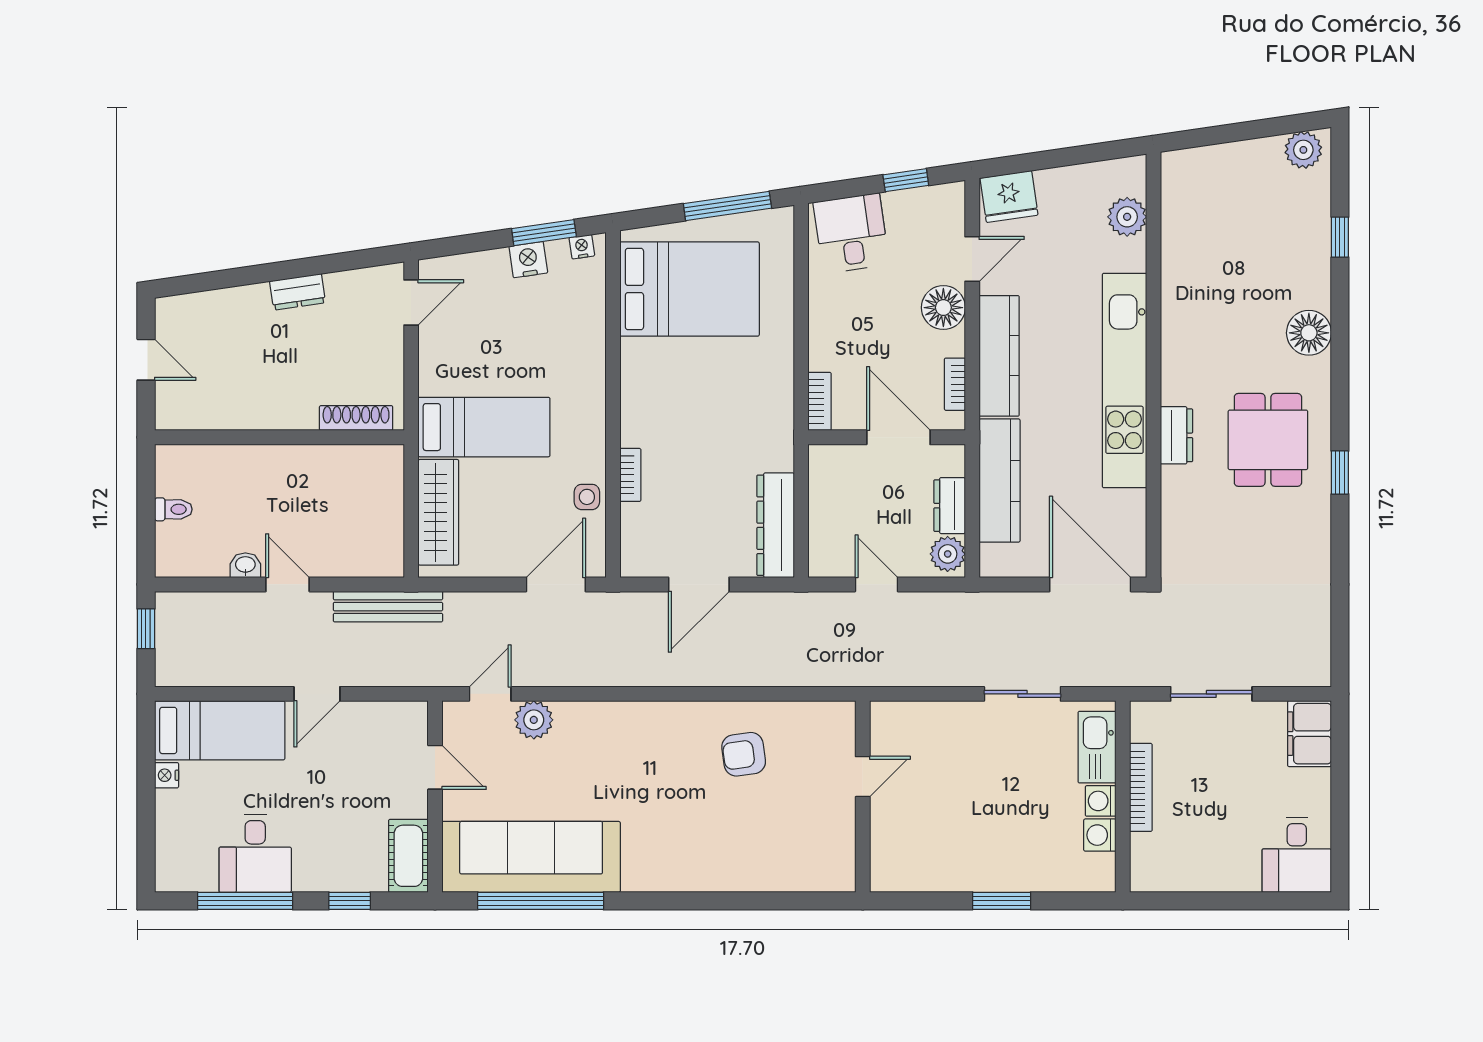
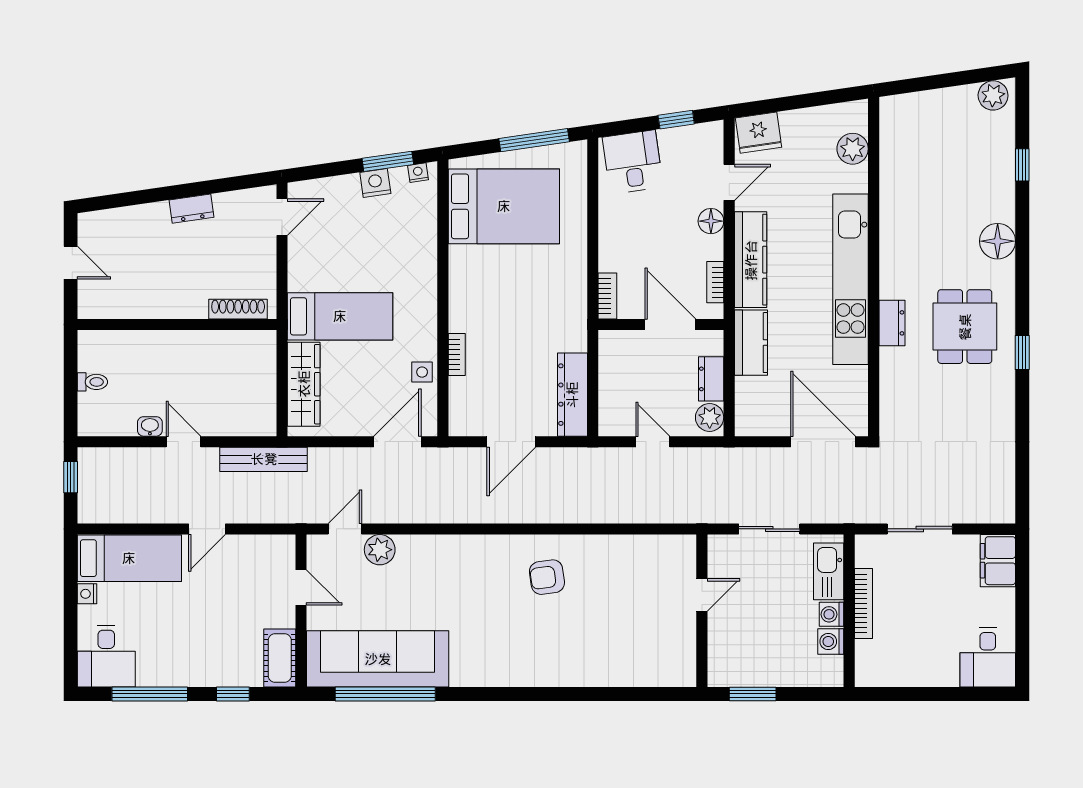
floor lamp: (943, 308) -> (711, 221), width x0.73, depth x0.73
kitchen counter: (1000, 481) -> (751, 343), width x0.67
door: (863, 777) -> (702, 595), moved
wall: (863, 797) -> (702, 611), moved
desk: (255, 853) -> (106, 656), moved

